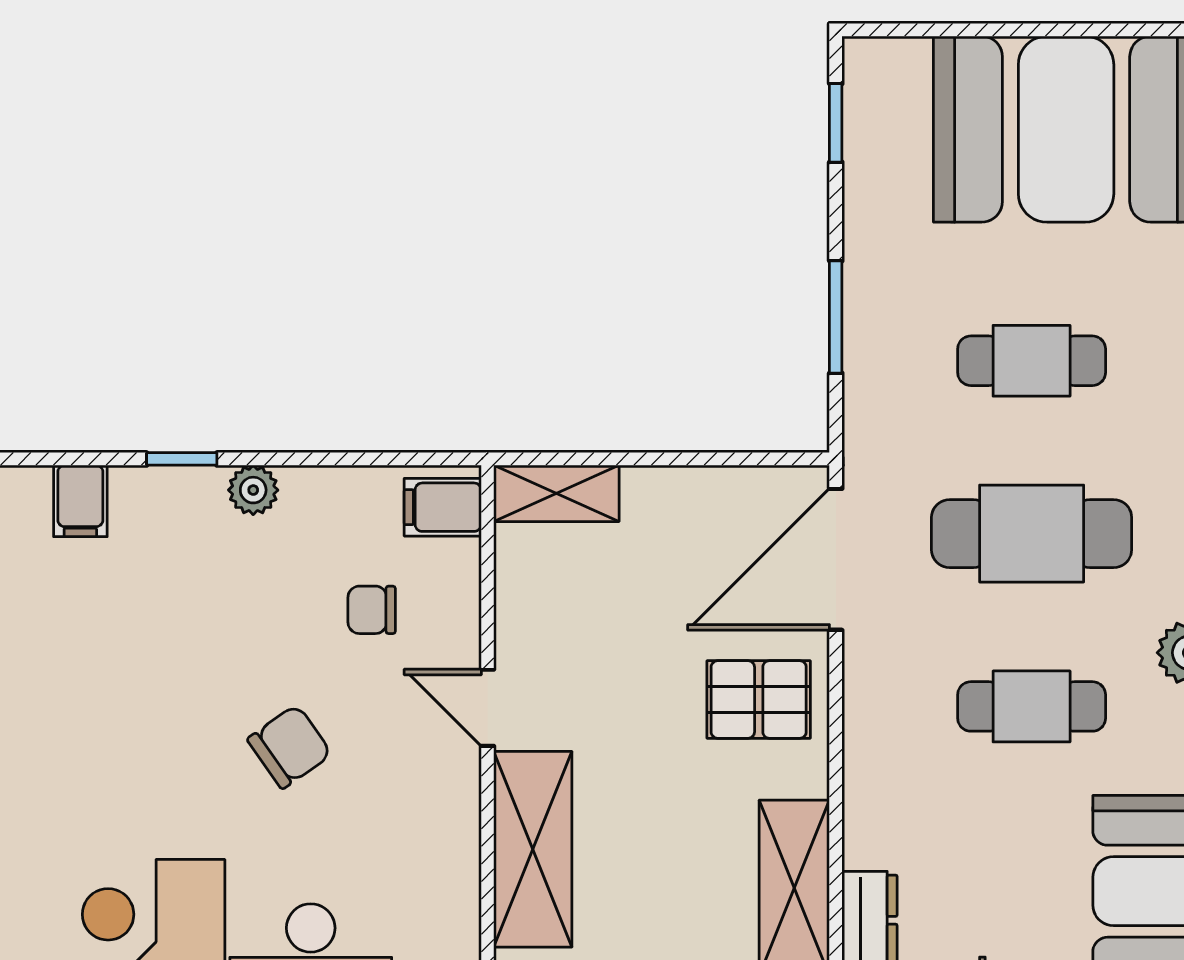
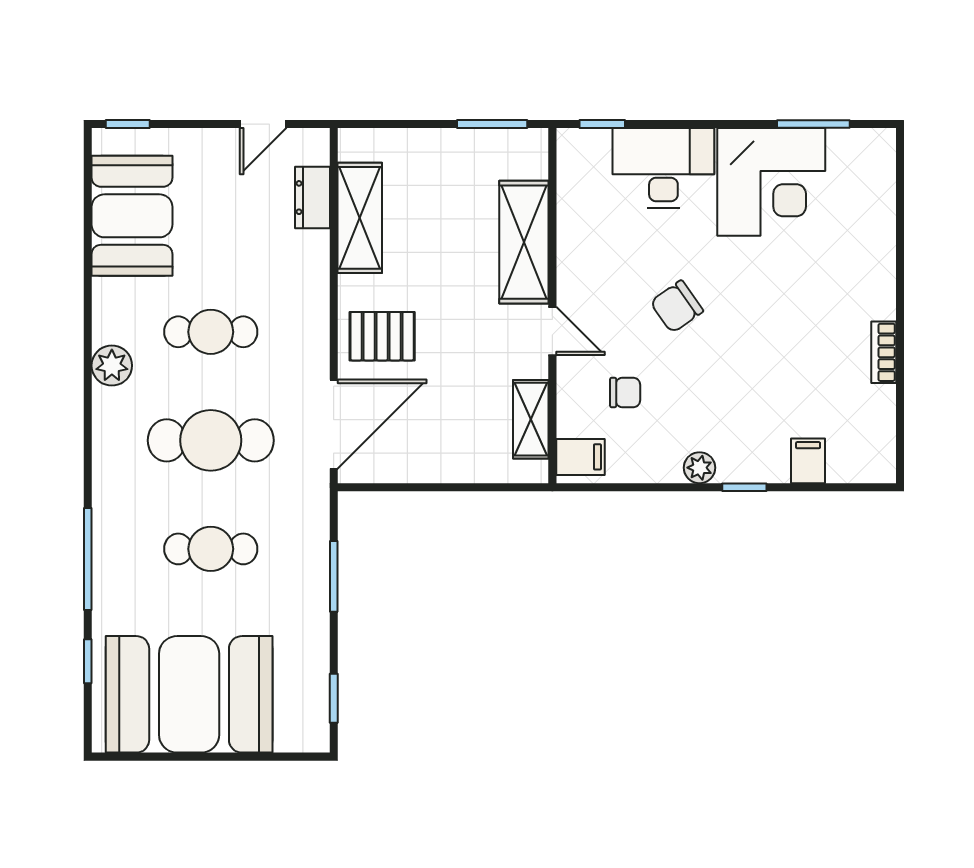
shelving: (556, 493) -> (531, 419), moved, turned 90

